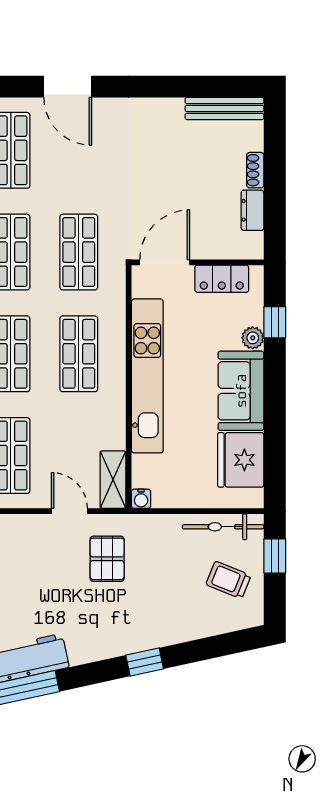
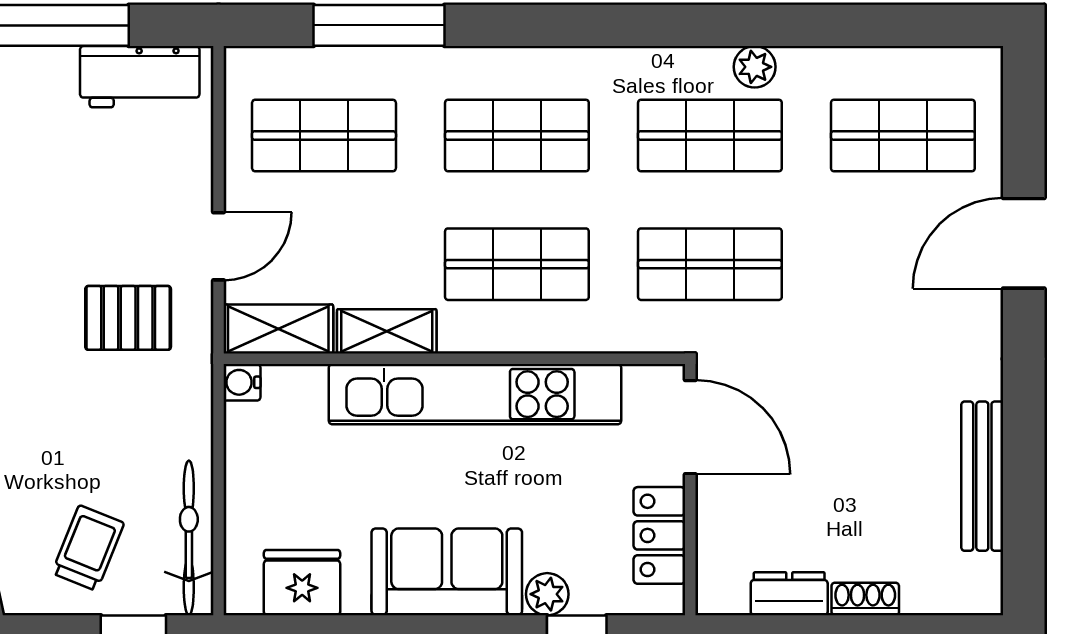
bench: (224, 108) -> (982, 476), moved
shelving: (114, 422) -> (387, 331), added
fridge: (241, 460) -> (302, 583), width x0.73, depth x0.75

